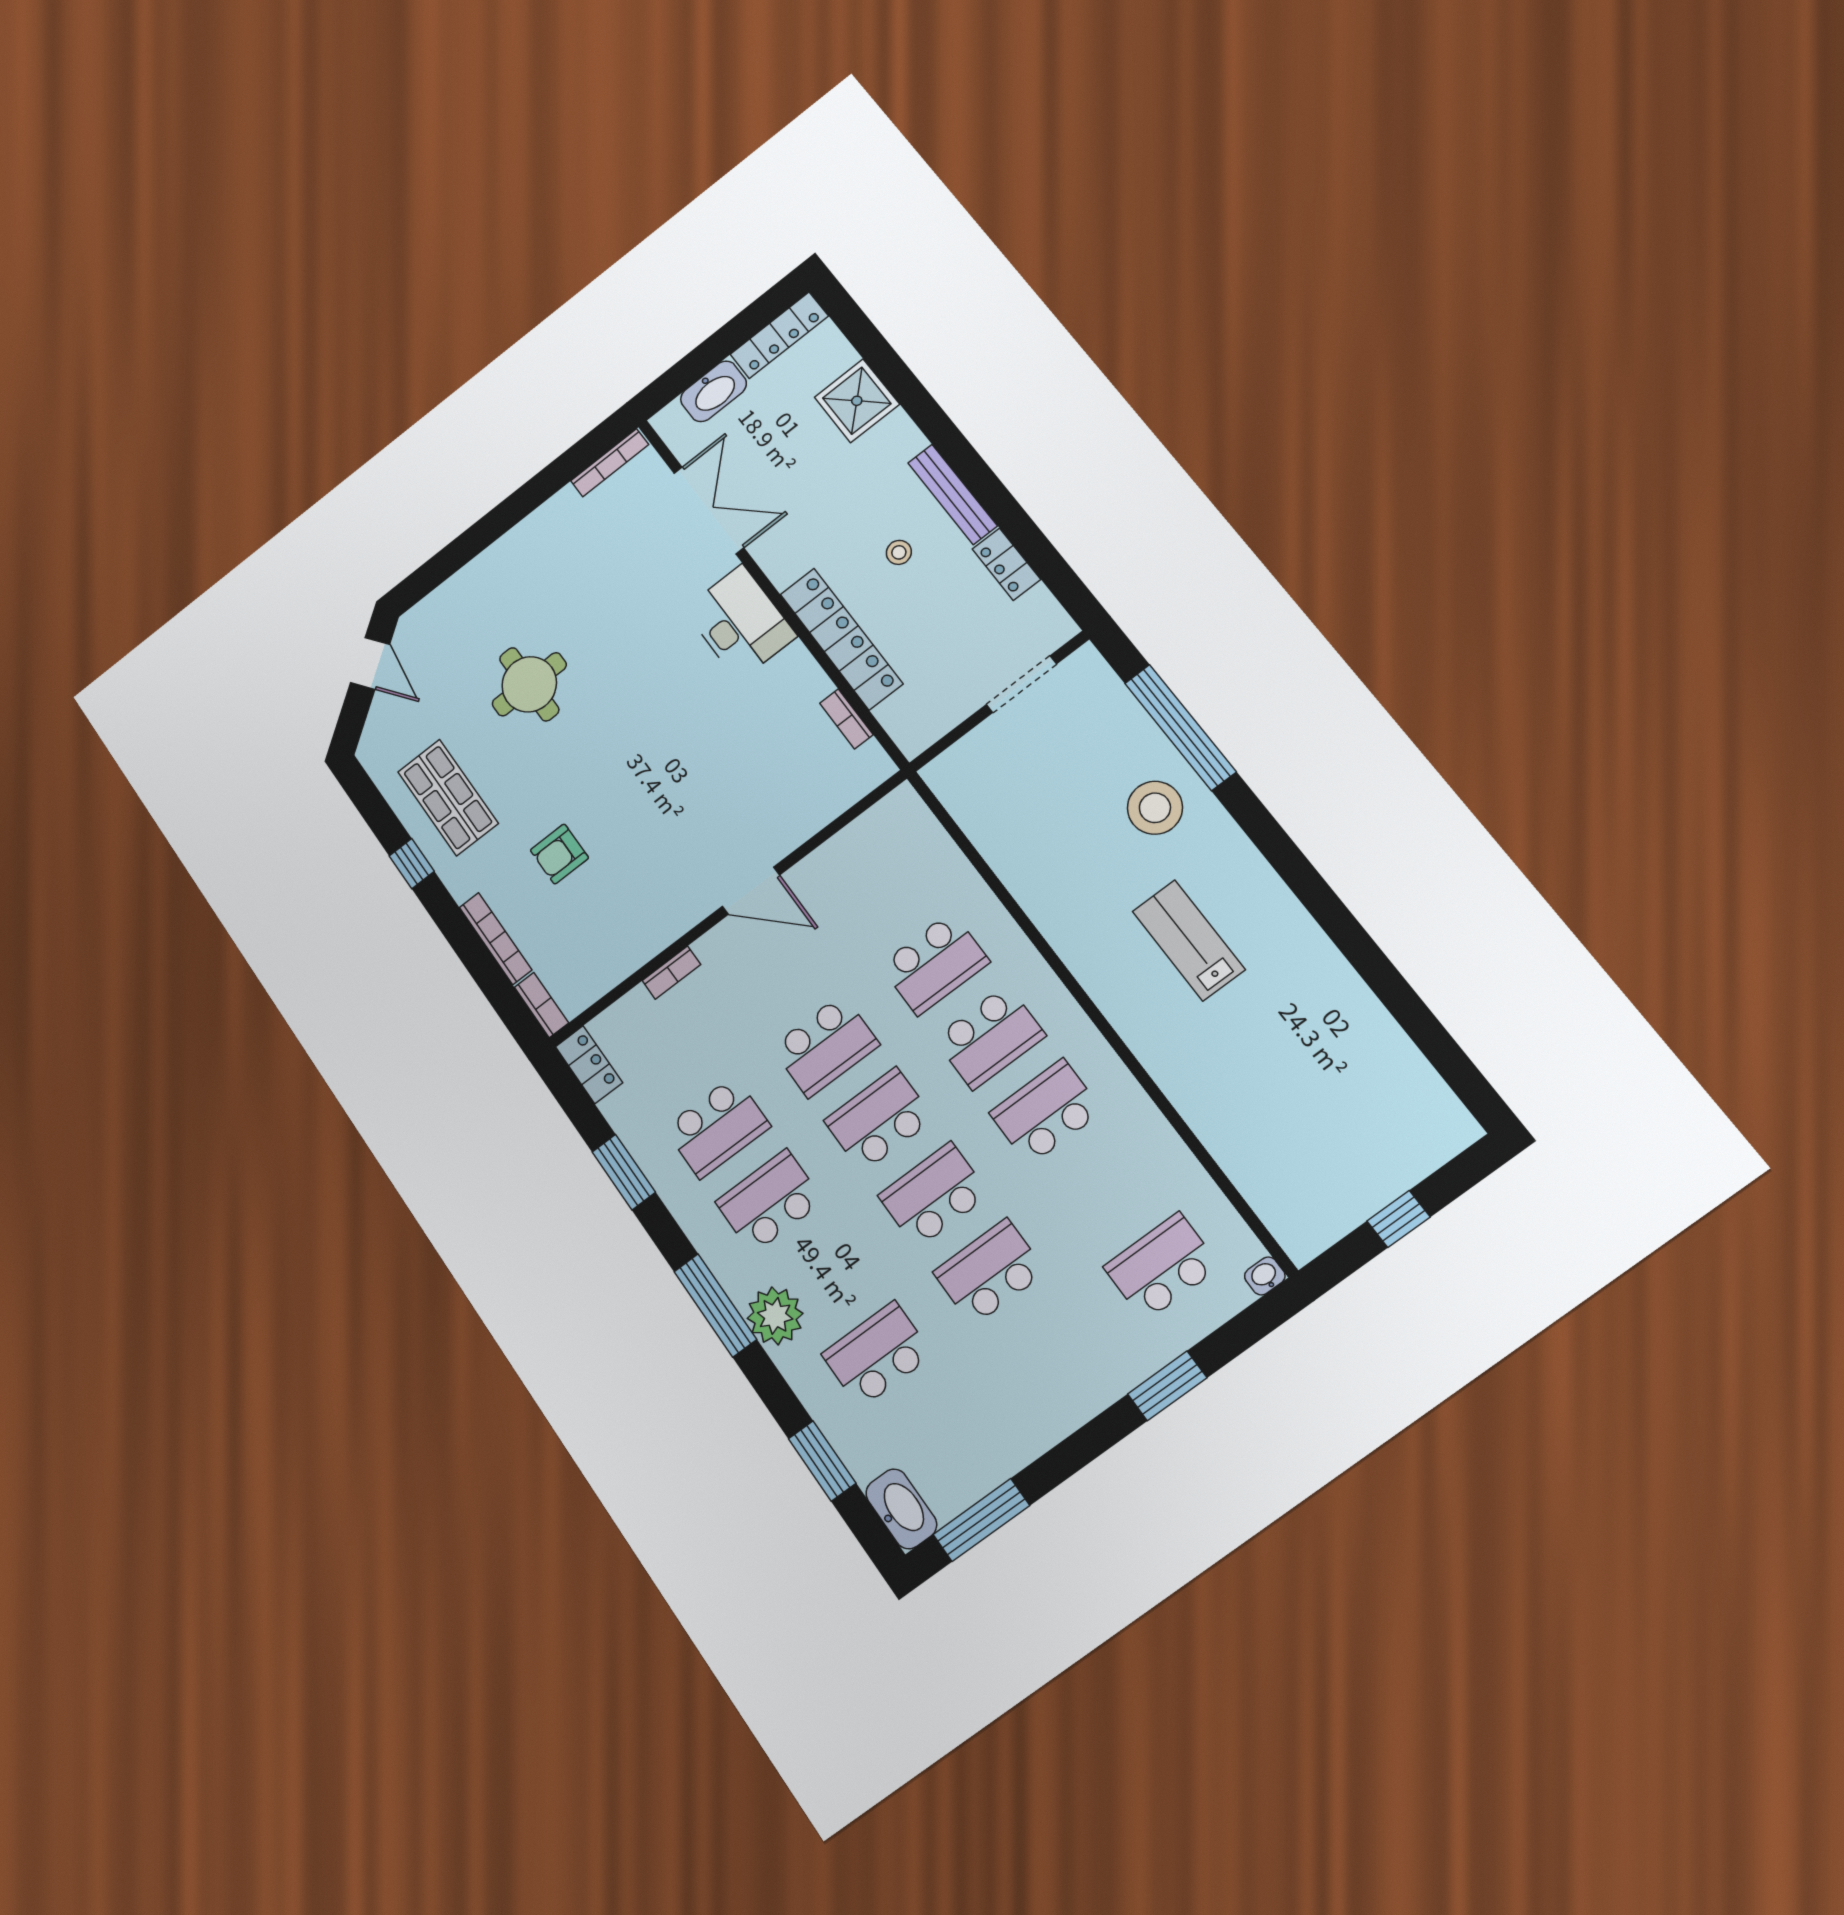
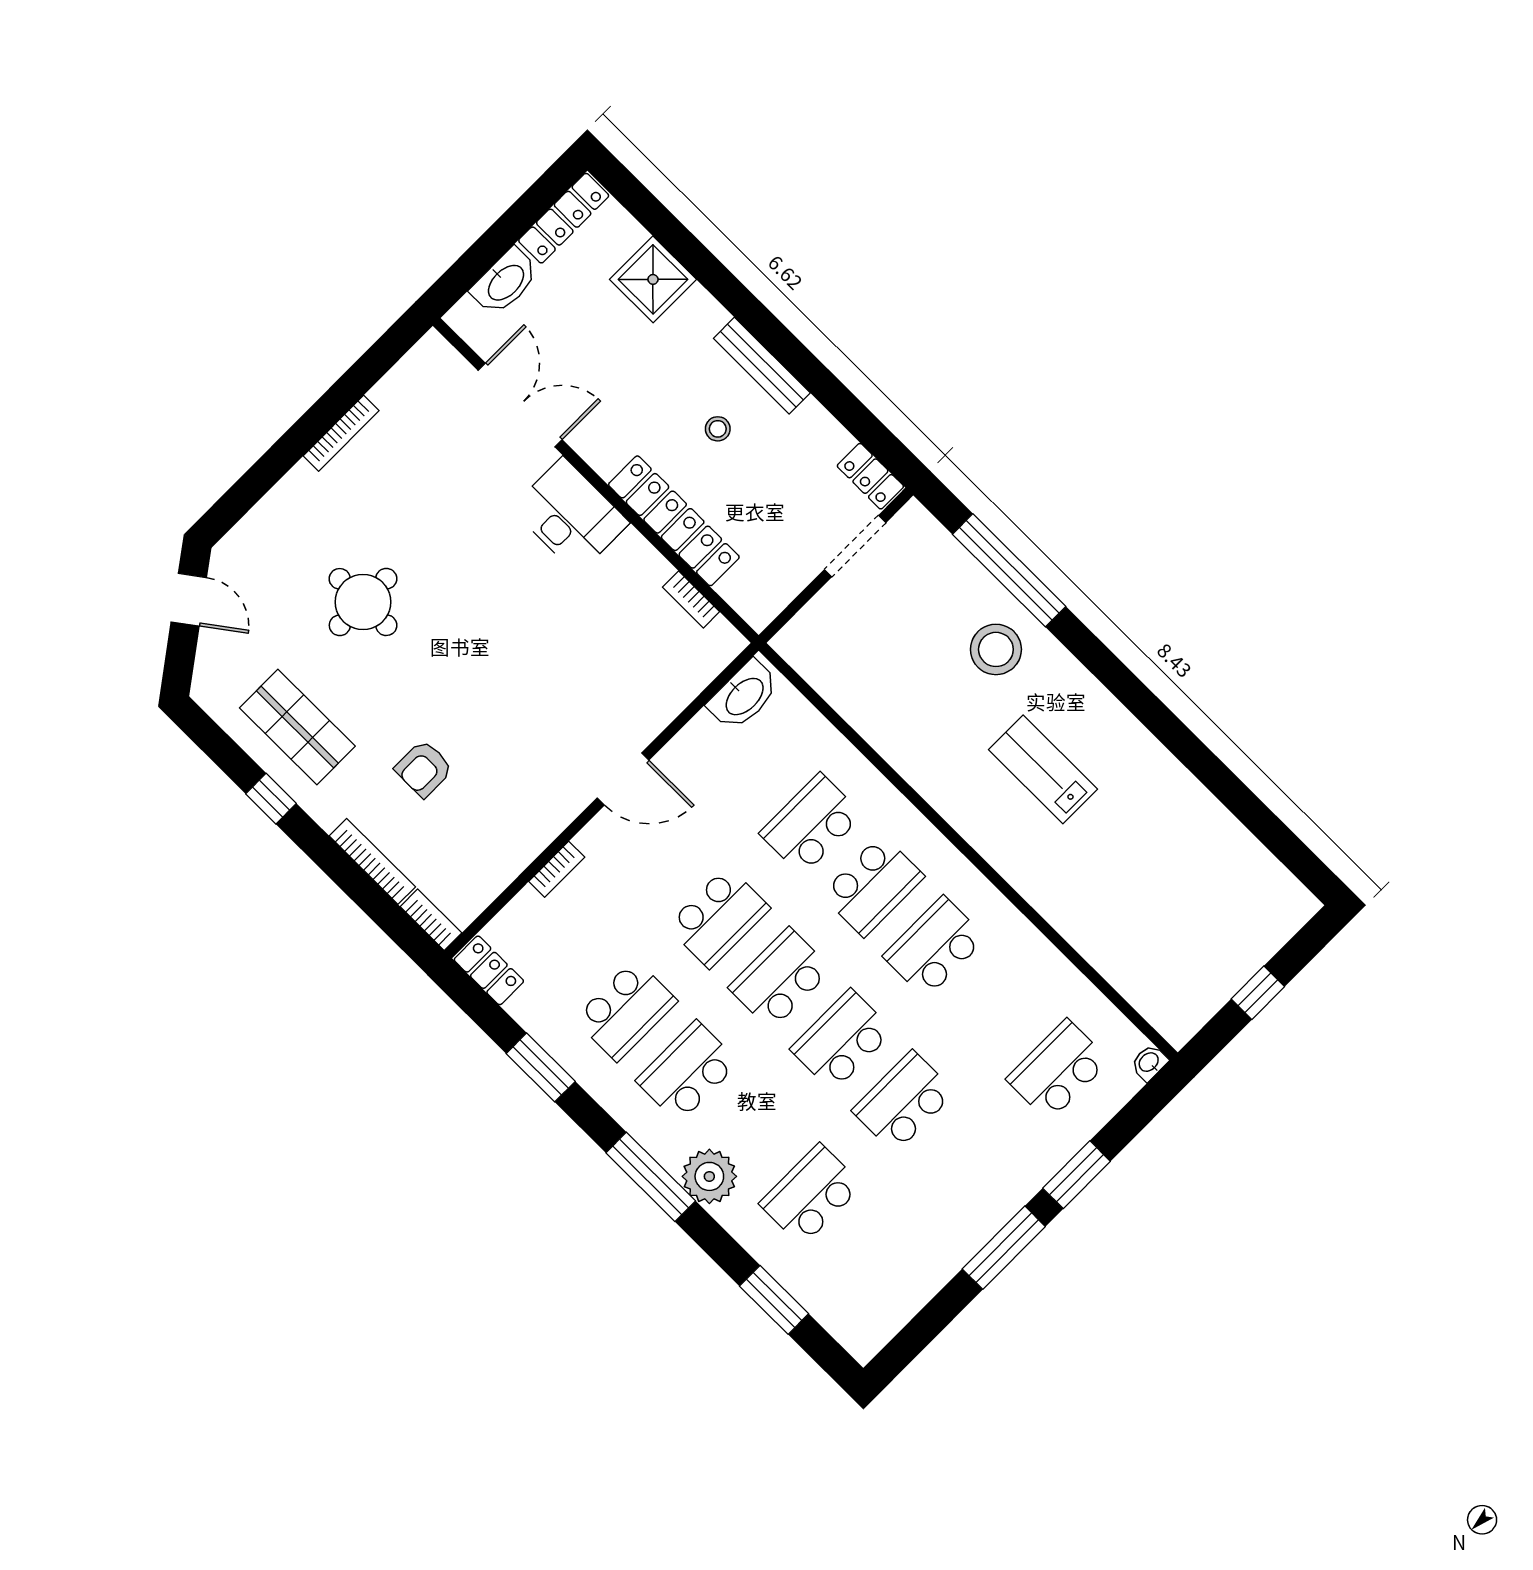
bookcase: (610, 463) -> (341, 433), moved
locker: (1006, 564) -> (870, 476), moved
school desk: (935, 964) -> (811, 824), turned 180
washbasin: (901, 1509) -> (744, 696), moved, turned 90
window: (981, 1520) -> (1004, 1248), moved

